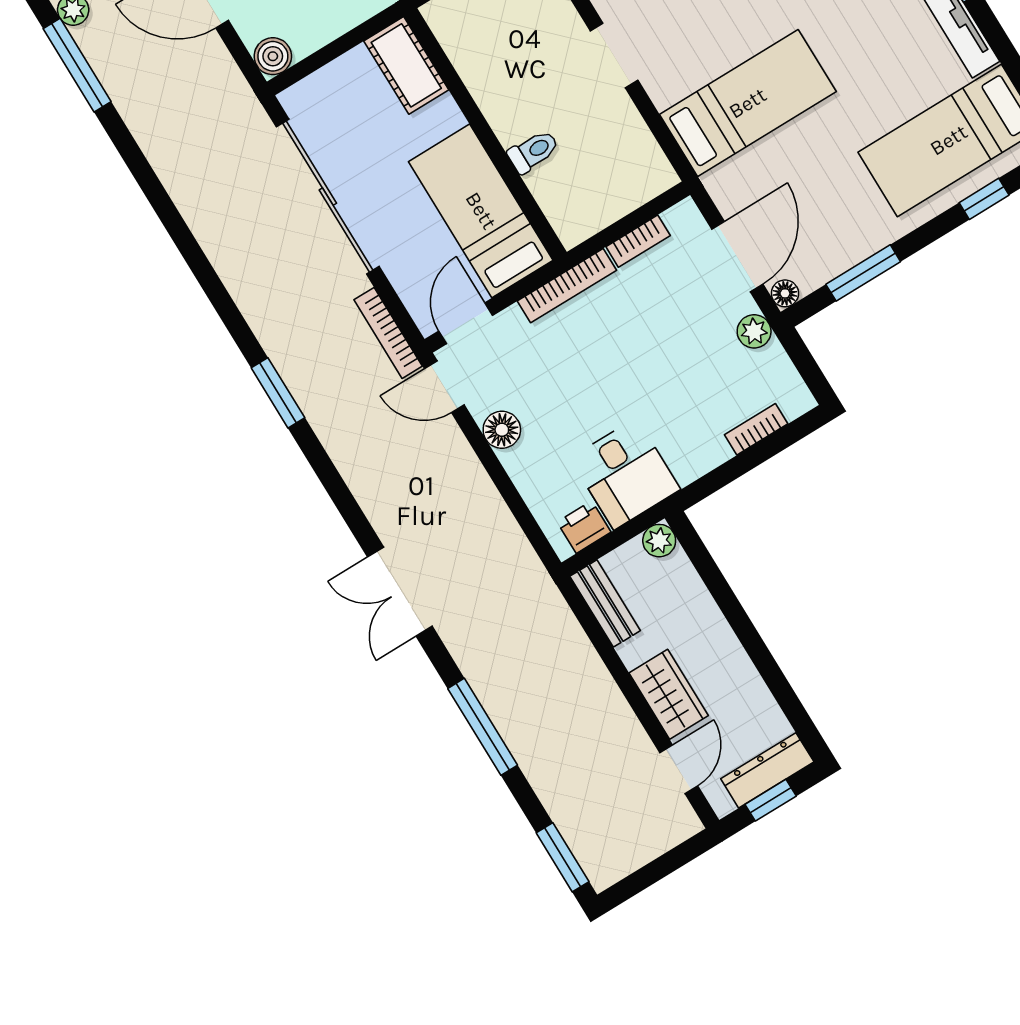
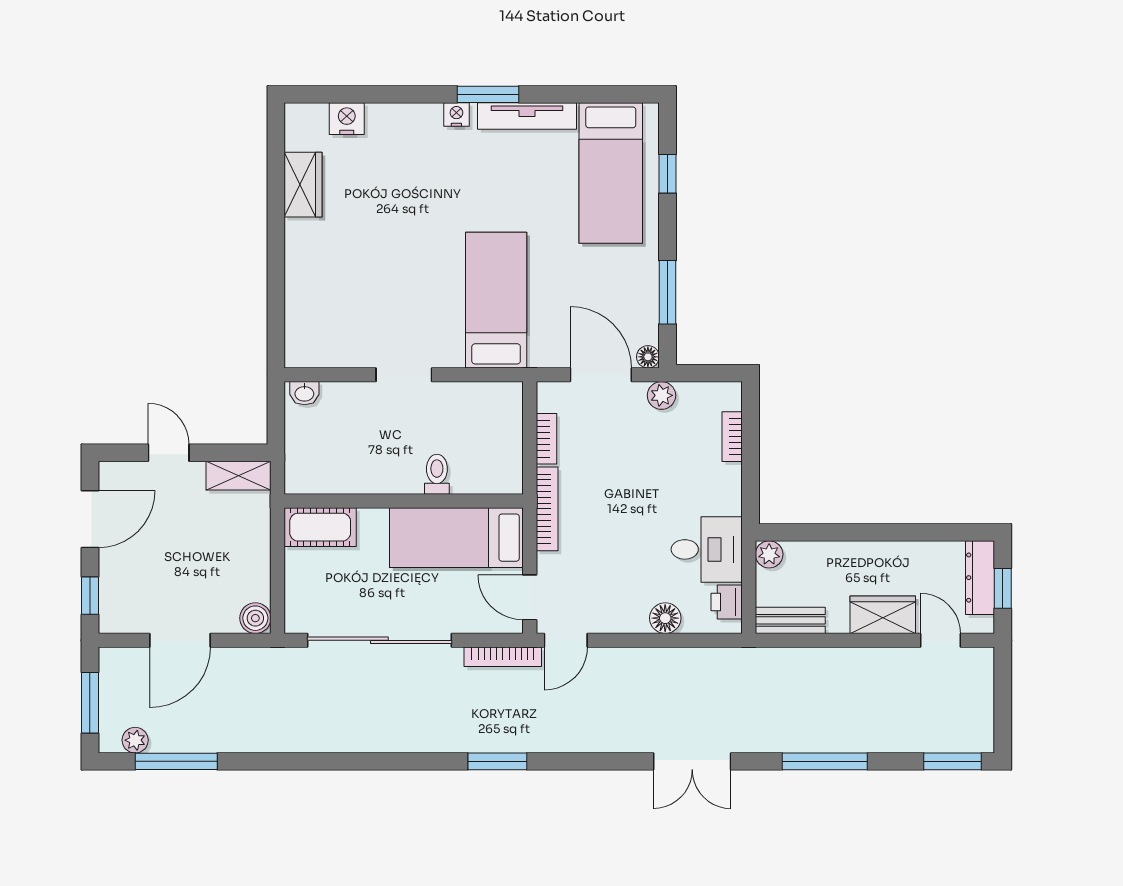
floor lamp: (502, 430) -> (665, 618), moved

